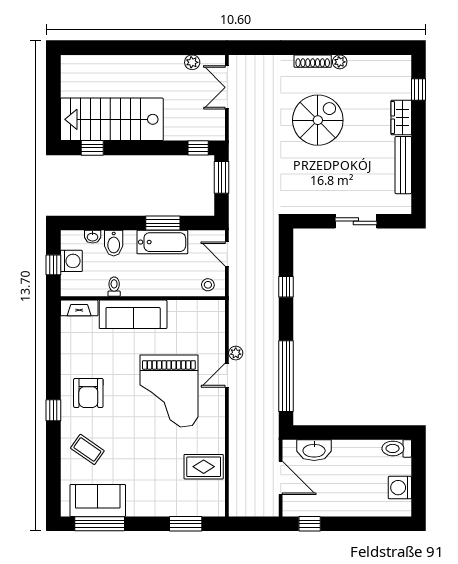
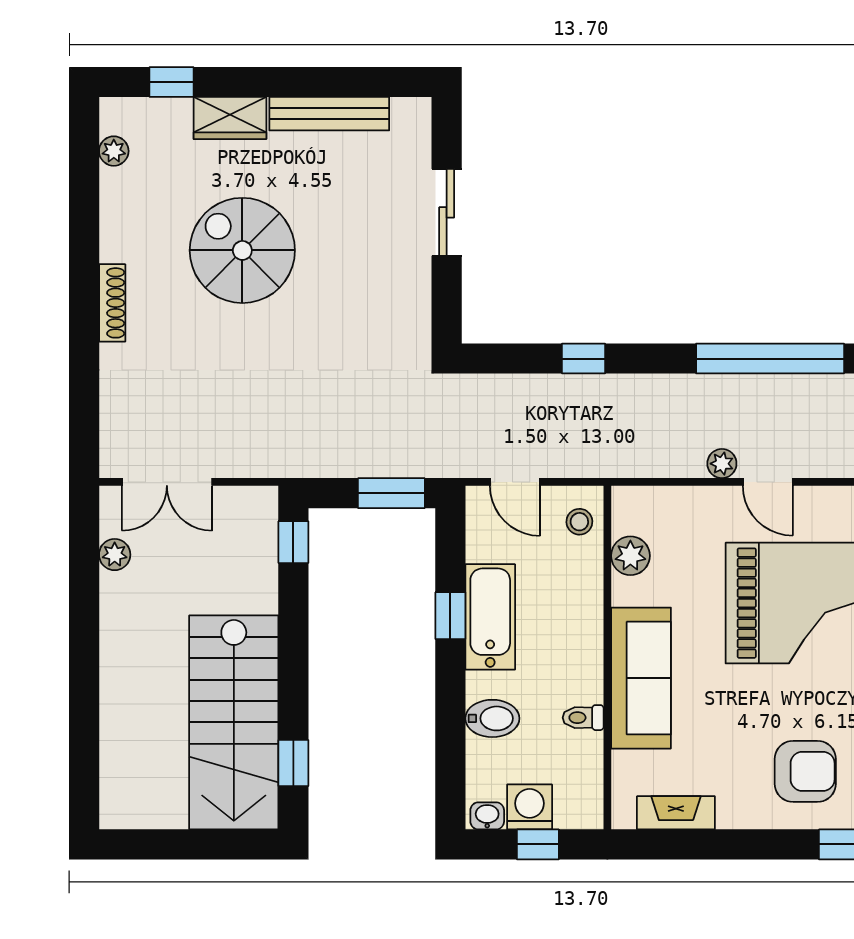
plant: (340, 62) -> (114, 151), moved
spiral stairs: (318, 120) -> (242, 250), moved
window: (222, 177) -> (391, 493), moved
window: (163, 223) -> (450, 616), width x0.67
washbasin: (93, 237) -> (487, 816), moved, turned -90
door: (227, 254) -> (515, 482), hinge flipped
fireplace: (79, 308) -> (676, 813), moved, turned -90
plant: (192, 309) -> (630, 556), added

